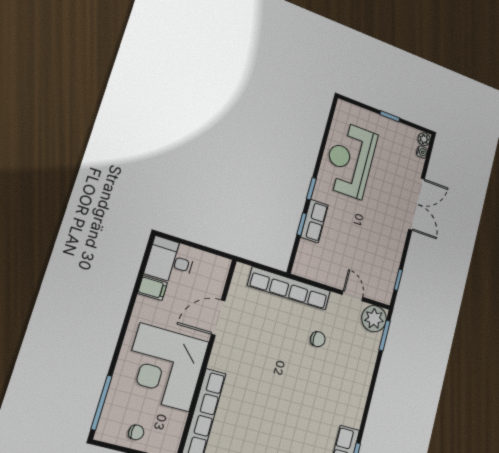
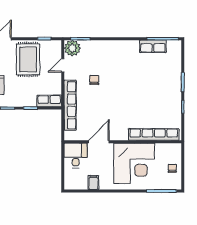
row of seats: (314, 221) -> (49, 101), moved
rug: (375, 245) -> (28, 59), added
desk: (170, 261) -> (76, 155), moved, turned 180
door: (218, 317) -> (99, 142), swing flipped

